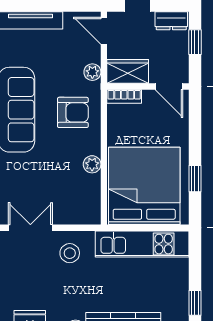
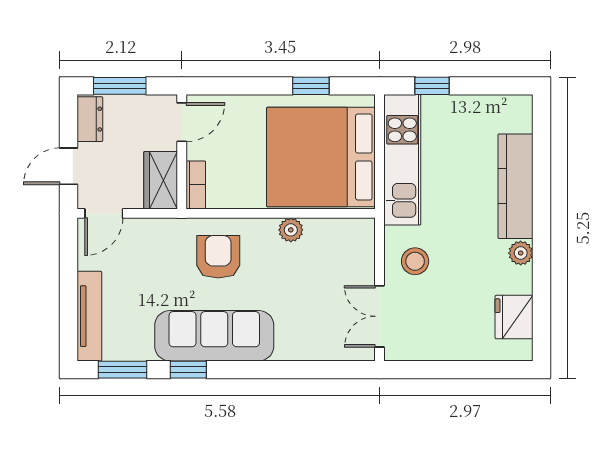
window: (195, 42) -> (120, 86), width x1.50
plant: (92, 72) -> (162, 229), removed
window: (195, 303) -> (432, 86), moved

